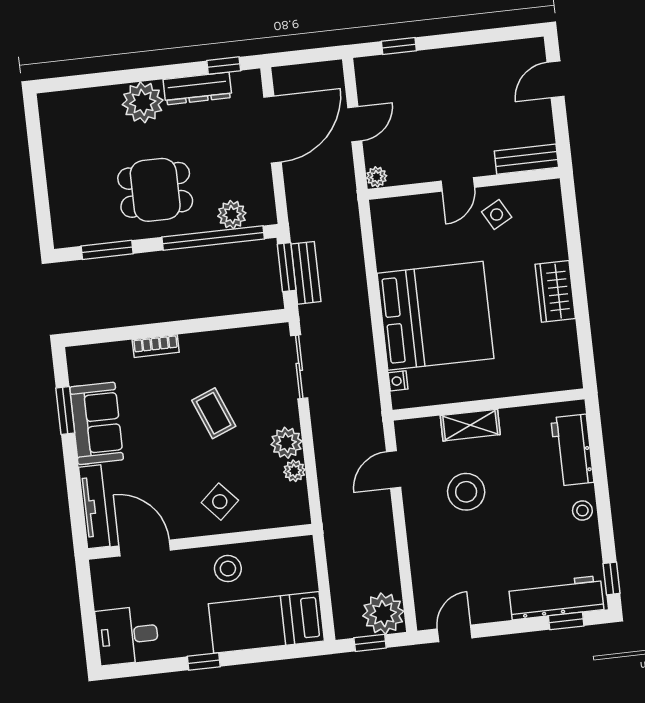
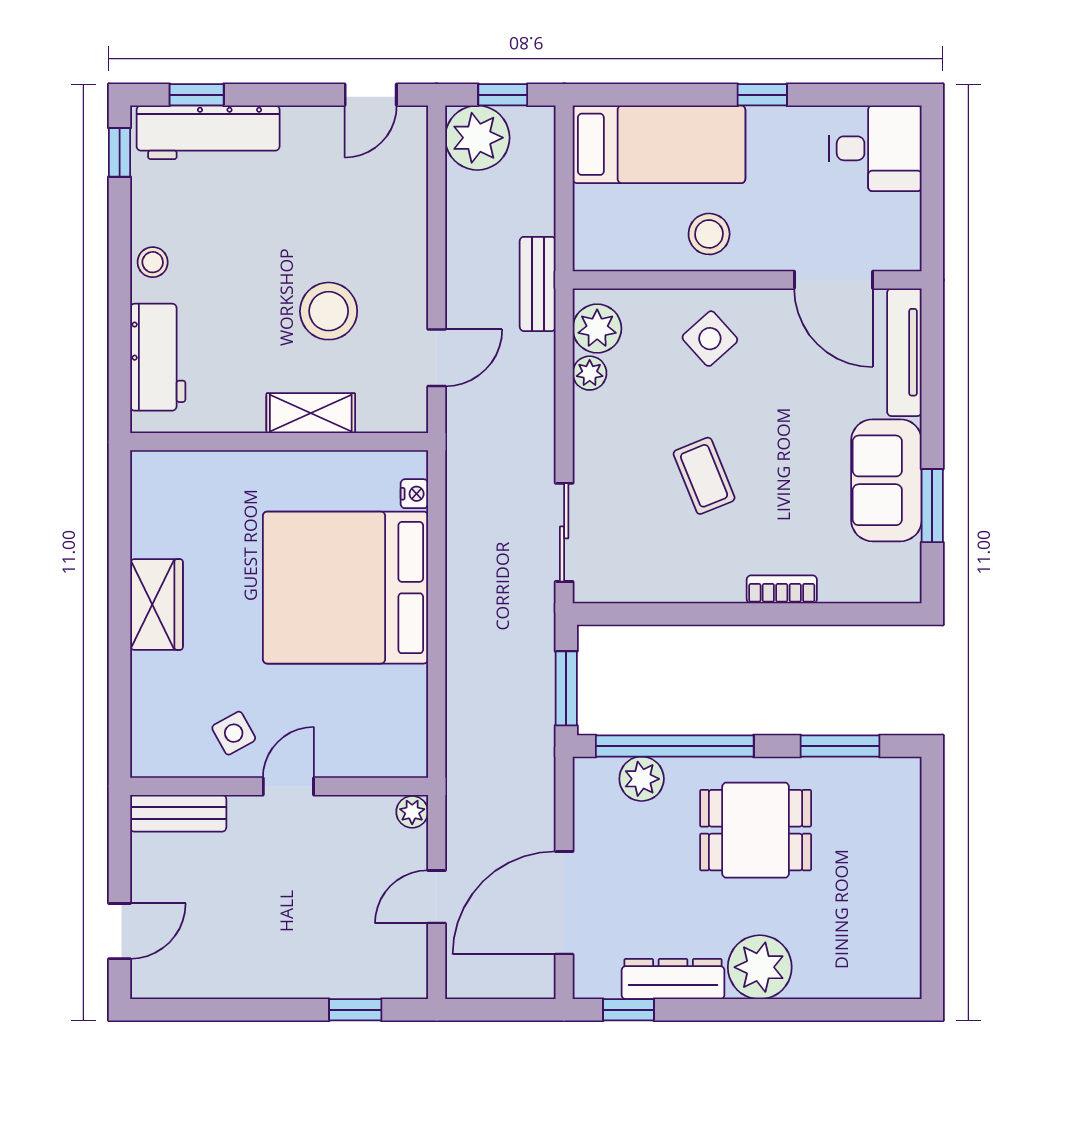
bench: (306, 273) -> (538, 284), moved
plant: (286, 443) -> (597, 328), moved

